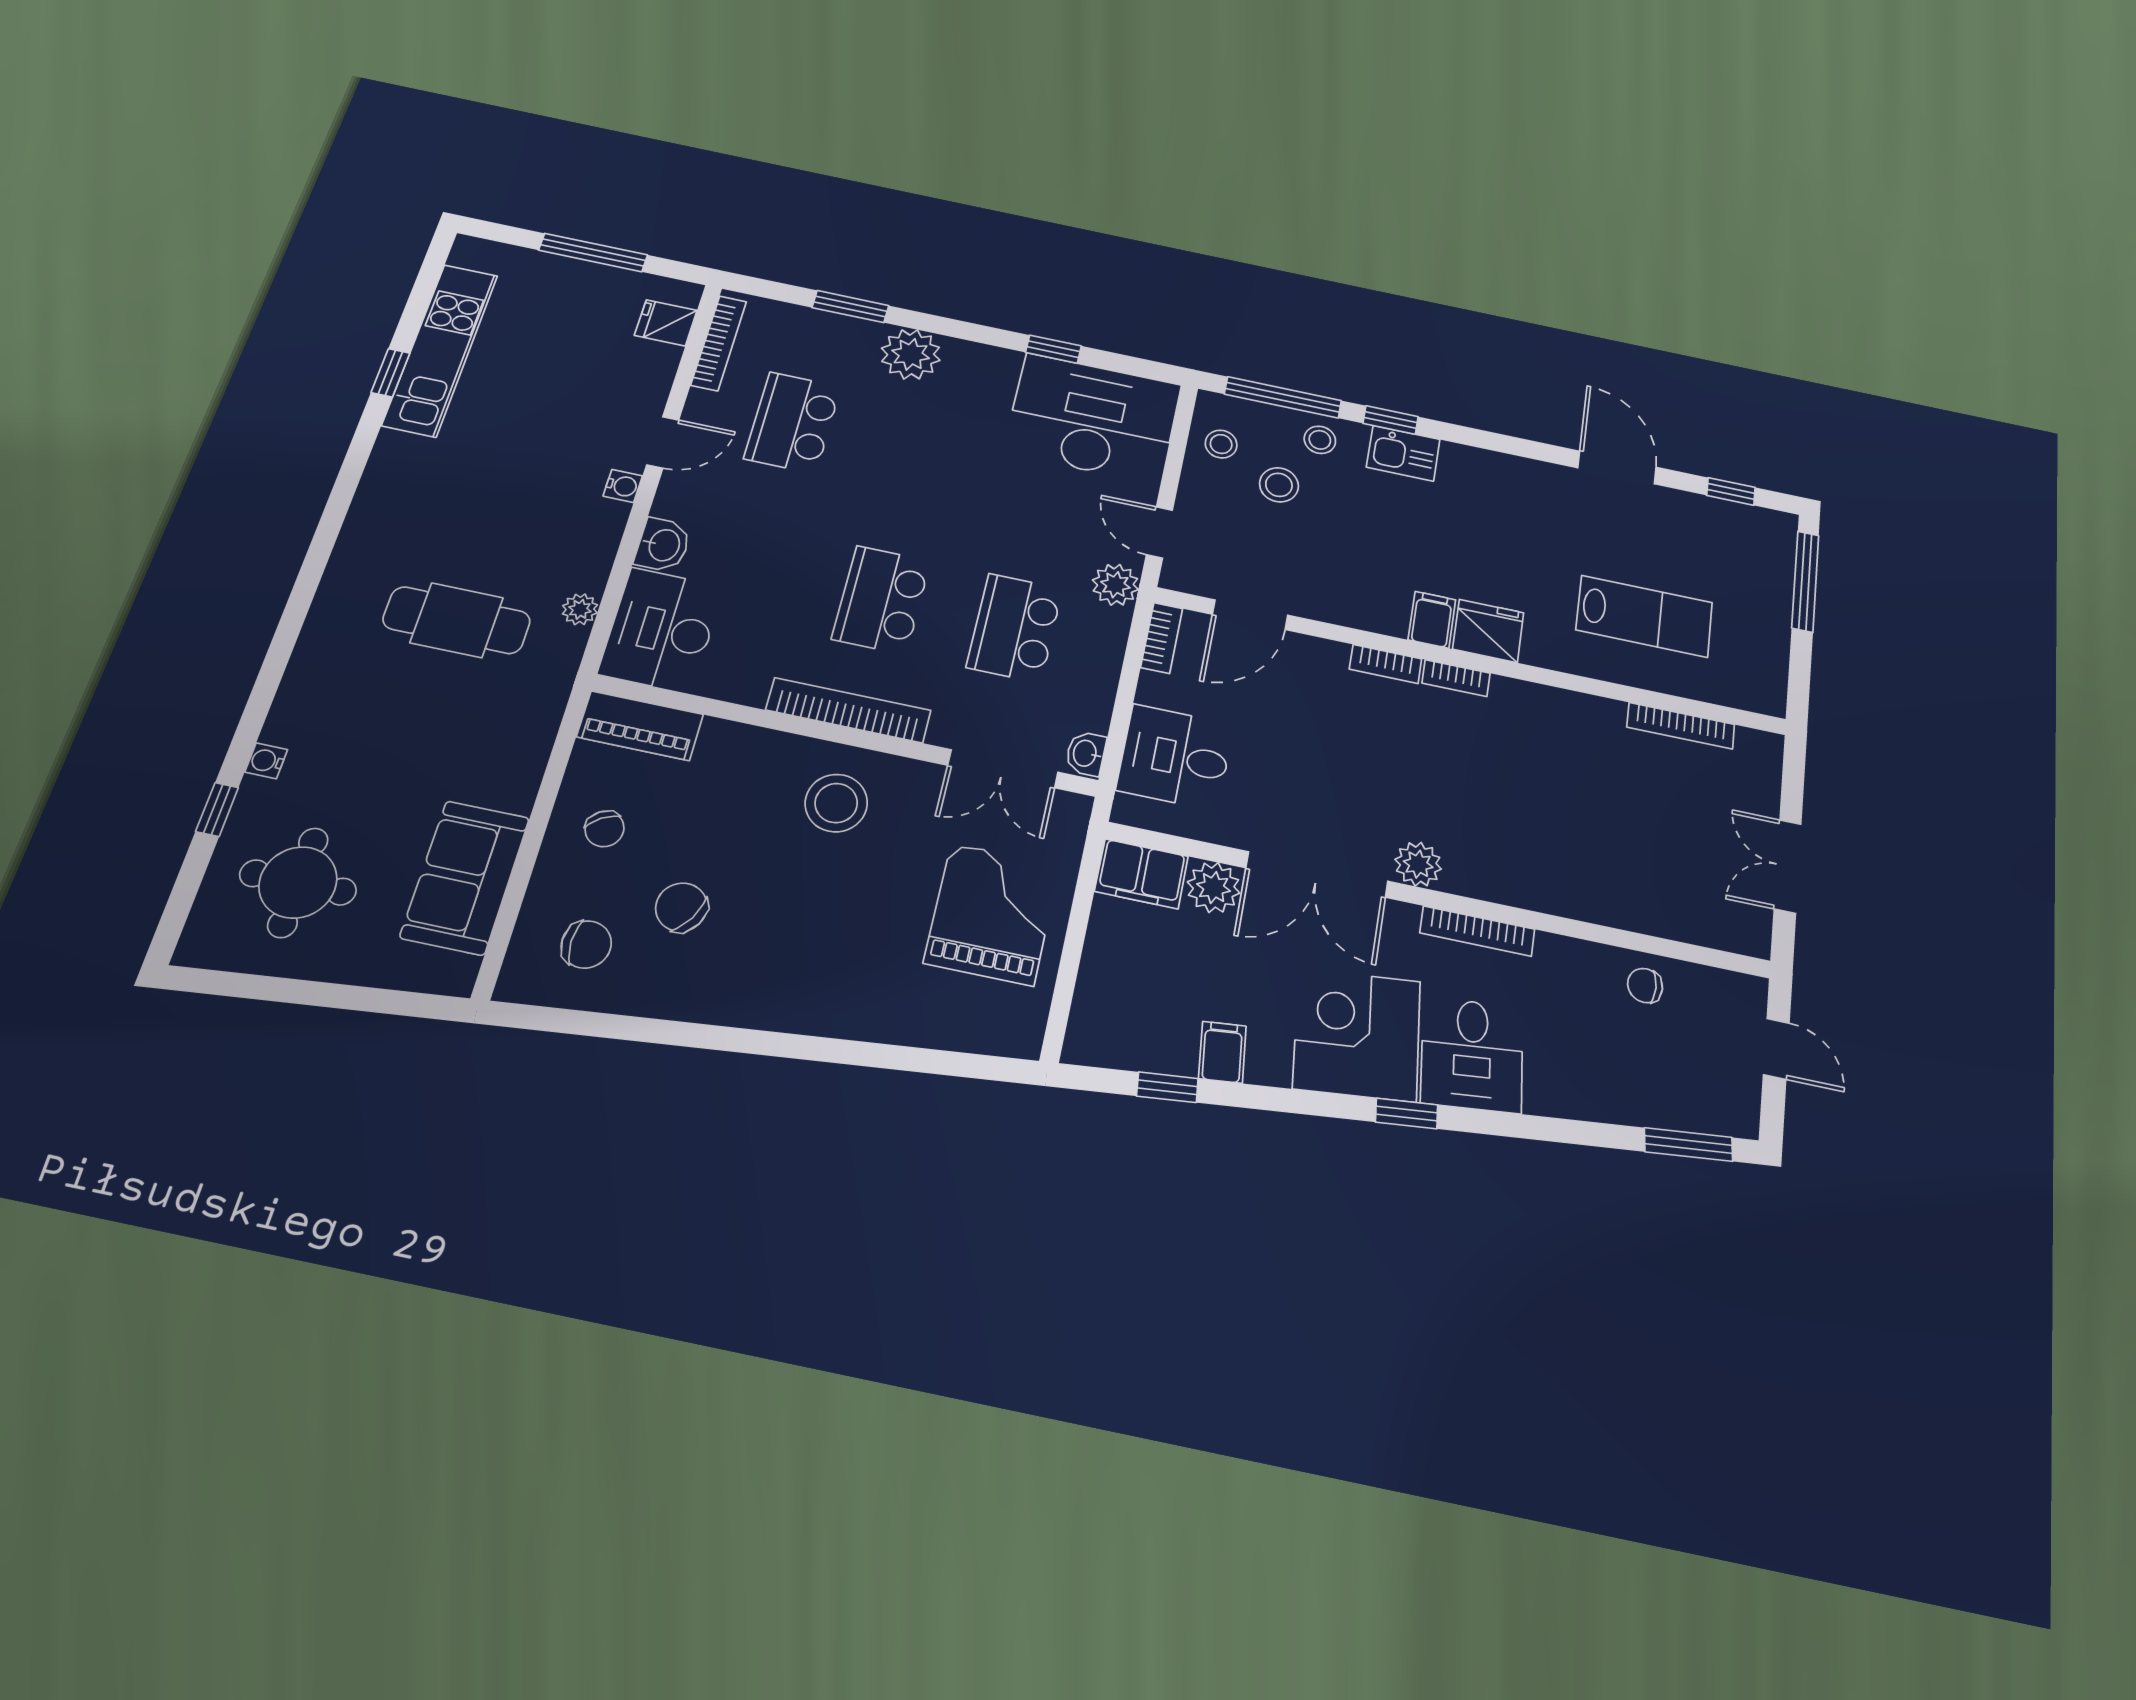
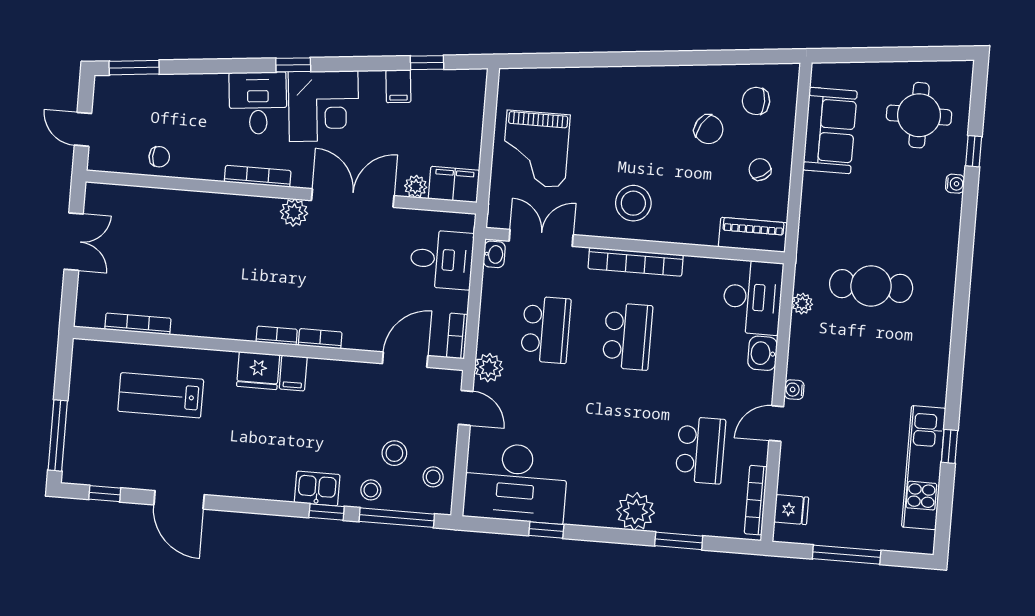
plant: (1214, 888) -> (416, 186), width x0.73, depth x0.73

